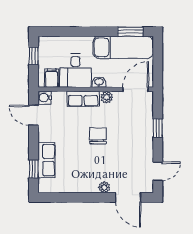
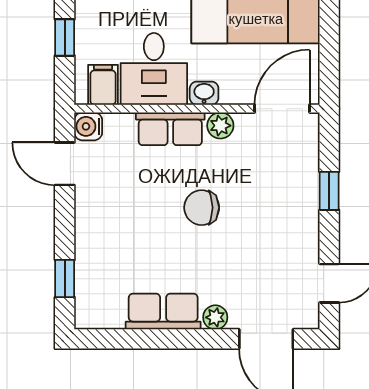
chair: (98, 136) -> (202, 208), turned -90
row of seats: (46, 160) -> (163, 312), moved, turned -90

